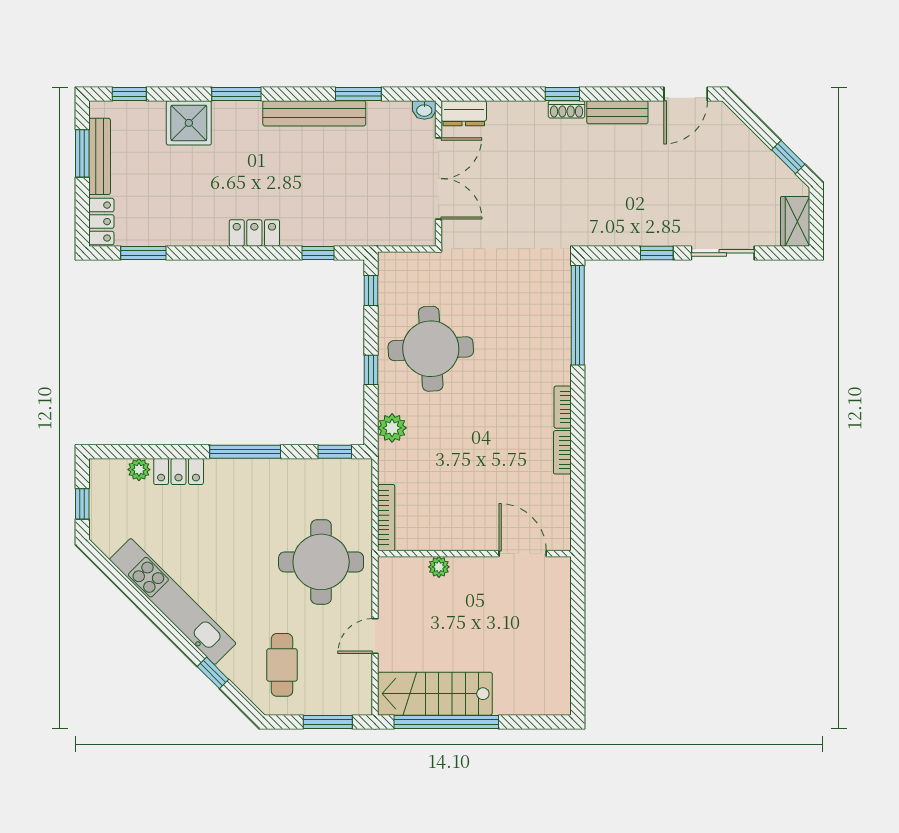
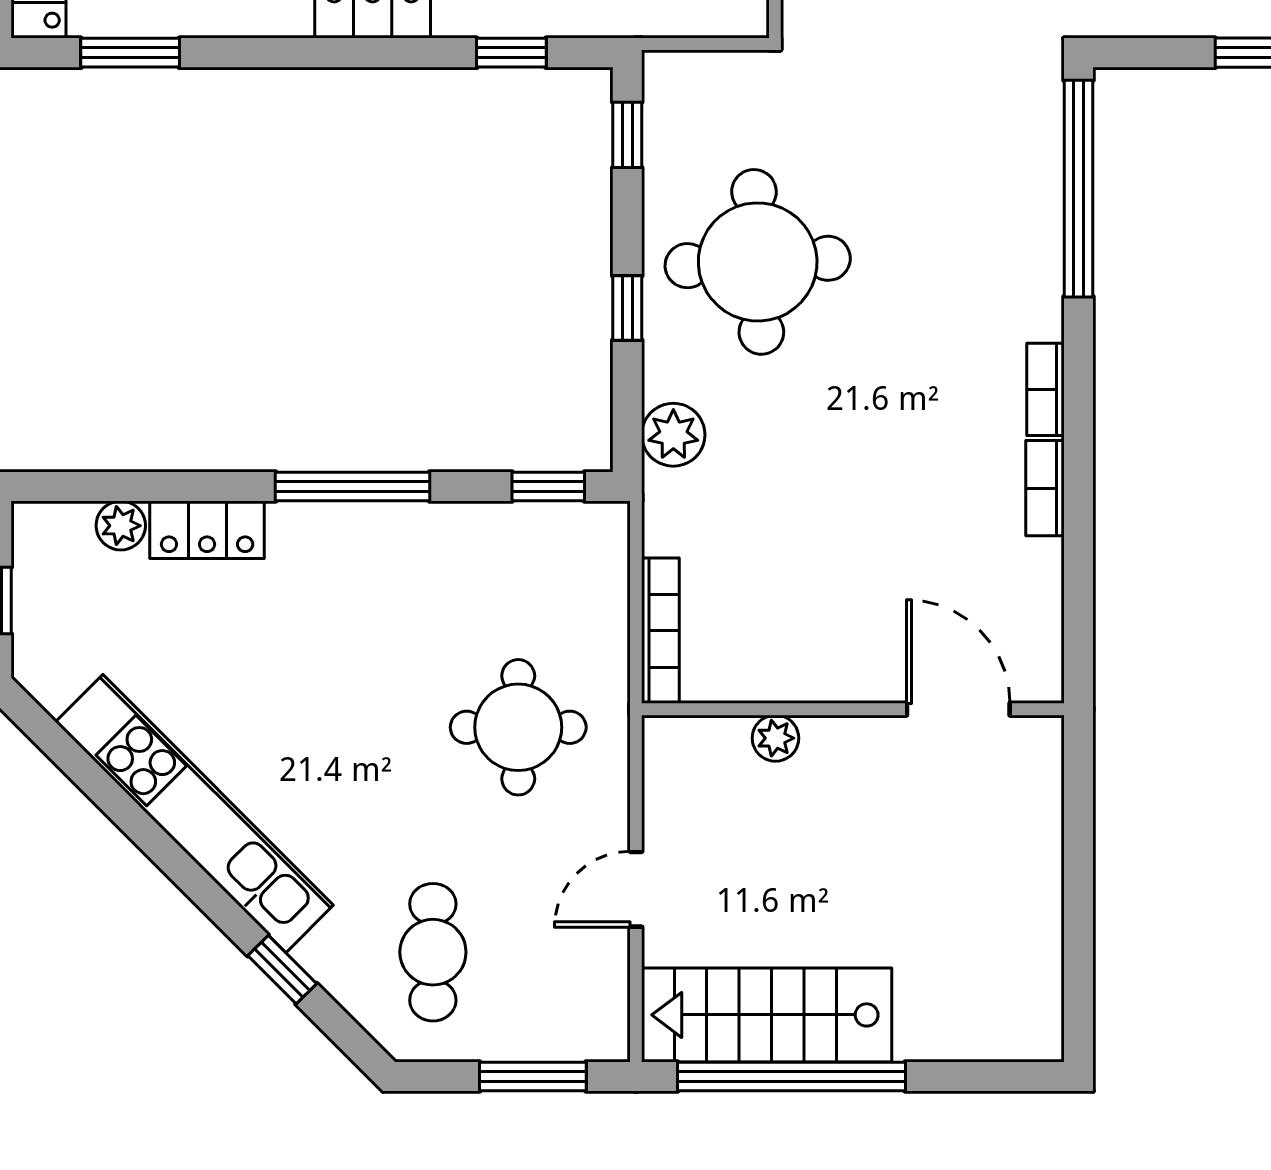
round table: (321, 562) -> (518, 727), width x0.73, depth x0.73

